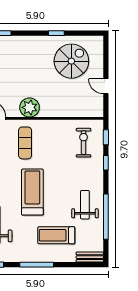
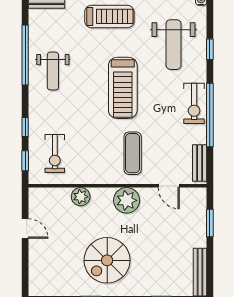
spiral stairs: (71, 61) -> (107, 260), moved
plant: (64, 110) -> (81, 197), added
treadmill: (56, 235) -> (109, 16), moved

